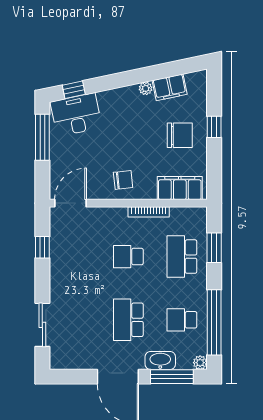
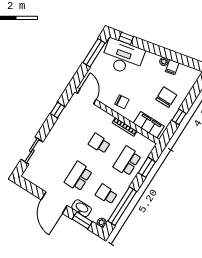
filing cabinet: (170, 87) -> (172, 67), width x0.50
desk: (76, 115) -> (123, 57), width x1.36, depth x1.30
window: (214, 127) -> (179, 117), moved
chair: (180, 135) -> (166, 97), turned -90
door: (71, 203) -> (87, 96), hinge flipped
window: (172, 377) -> (82, 220), width x0.69

